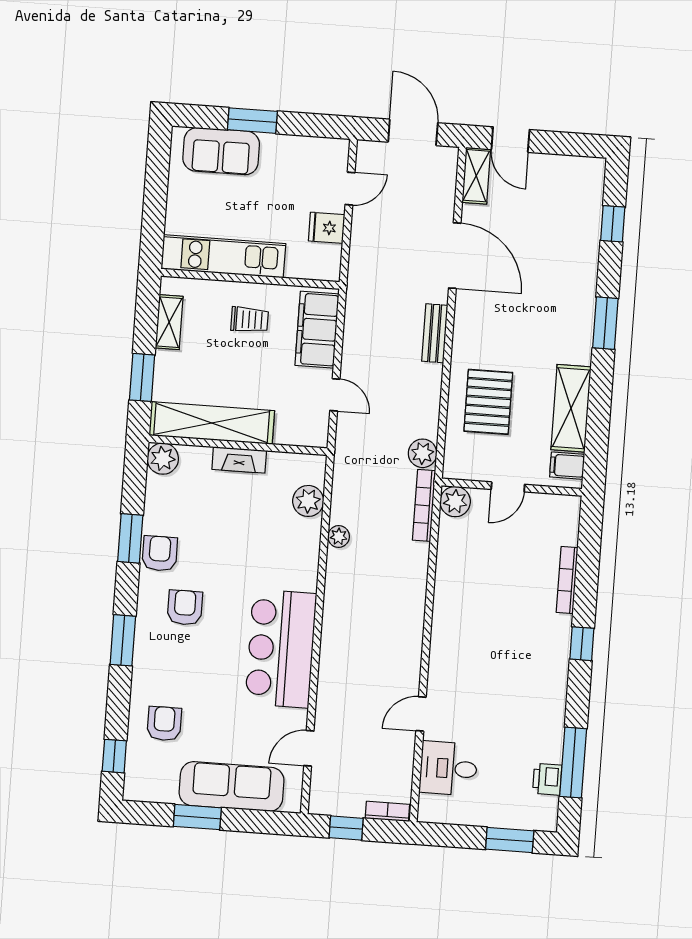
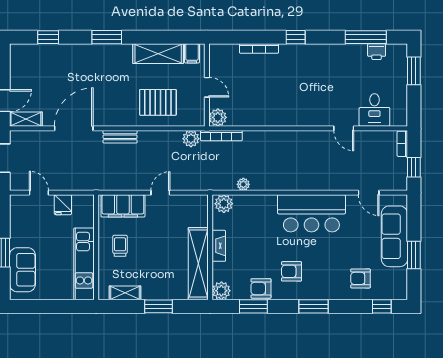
shelving: (212, 423) -> (198, 264), moved
wall: (238, 445) -> (210, 247), moved
plant: (163, 459) -> (221, 291), moved
fireplace: (239, 460) -> (219, 246), moved

